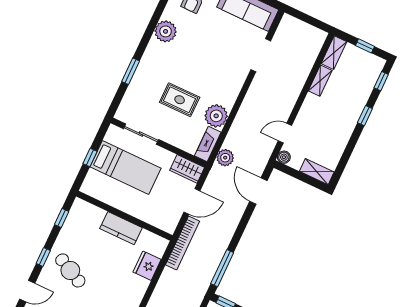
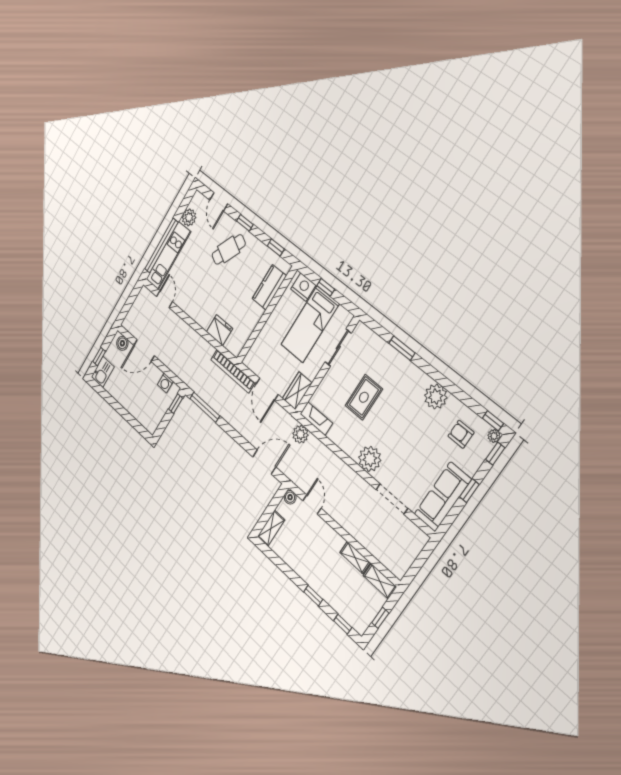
plant: (216, 116) -> (370, 459), moved
nightstand: (93, 181) -> (303, 287), added
kitchen counter: (121, 228) -> (269, 287), moved

